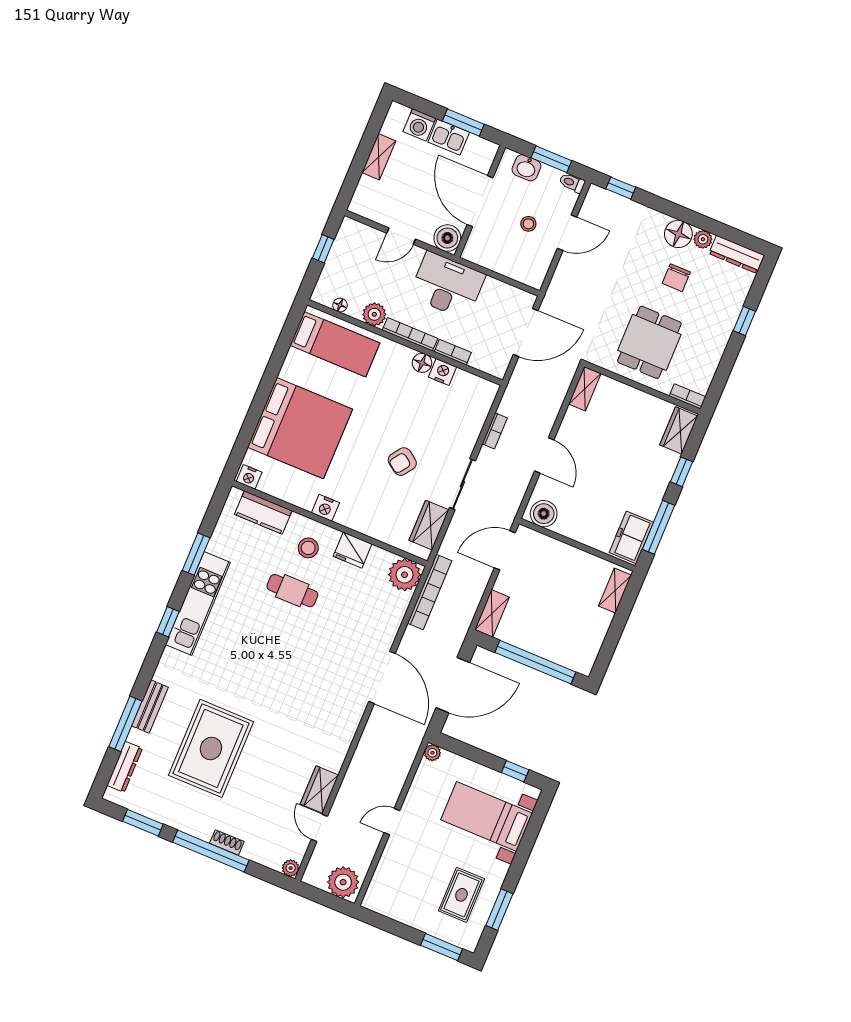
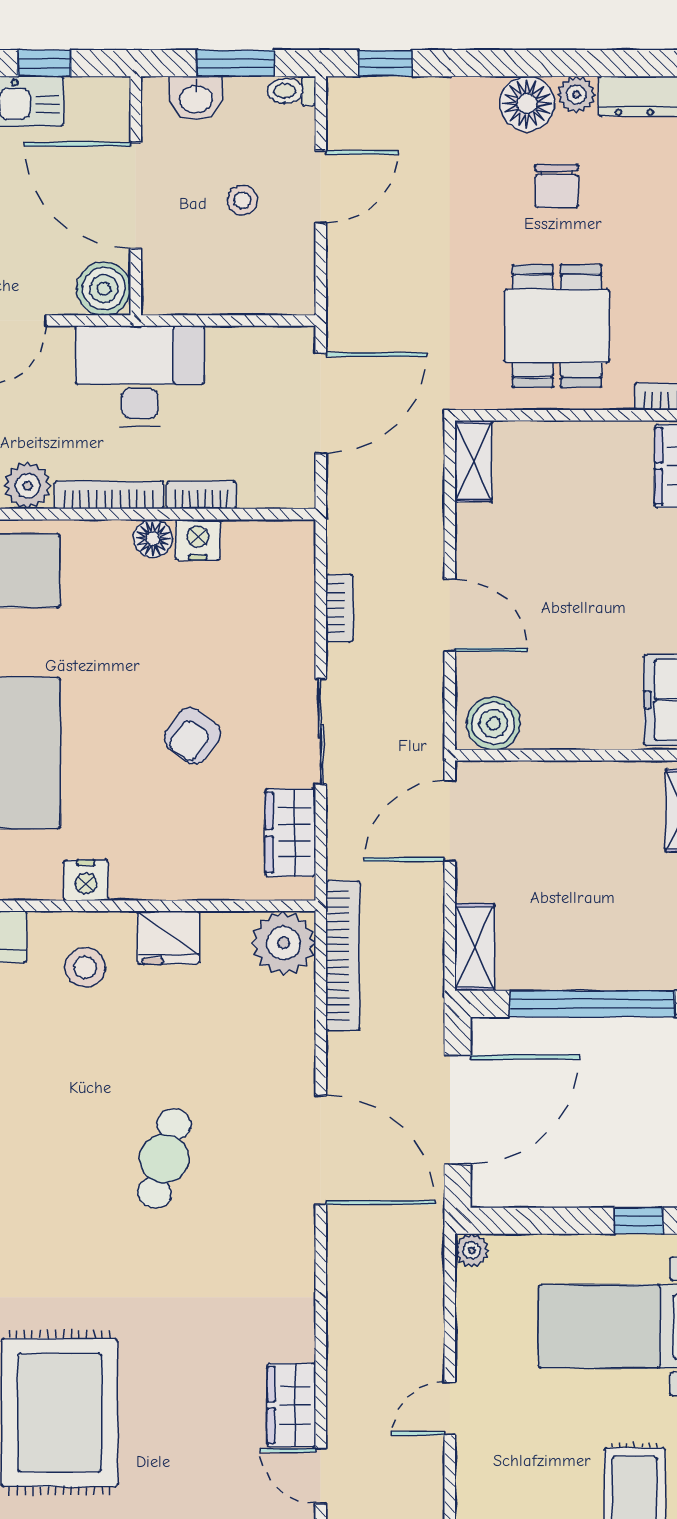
window: (463, 123) -> (44, 63), width x0.67
cafe table: (292, 591) -> (164, 1159), moved, turned -74

